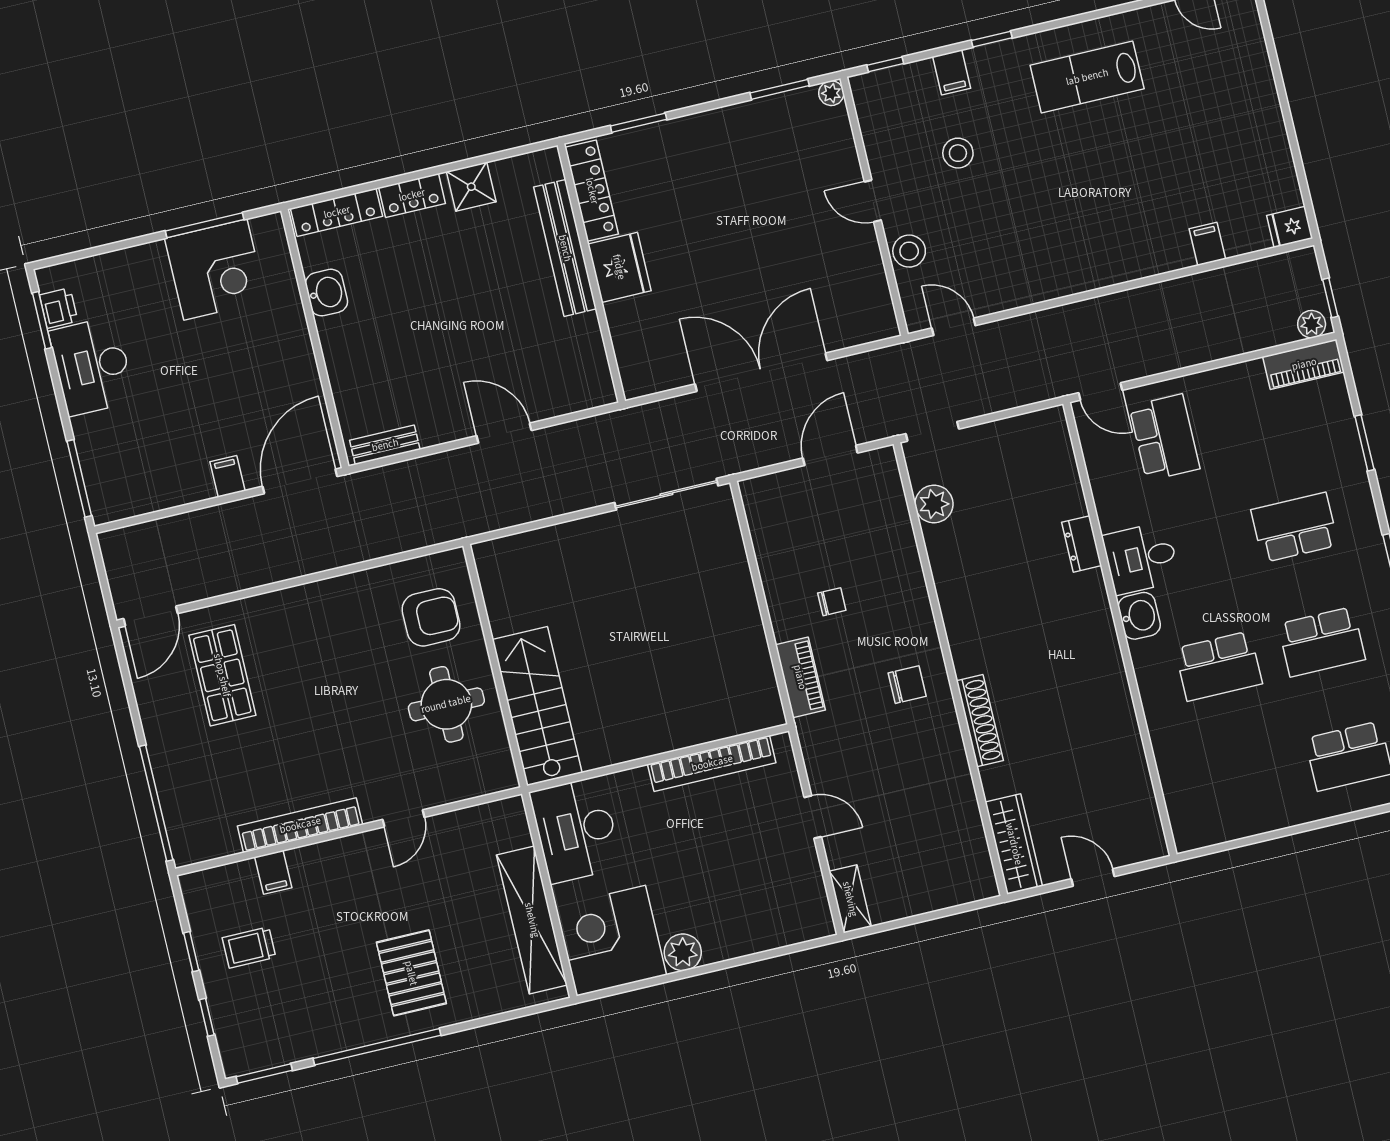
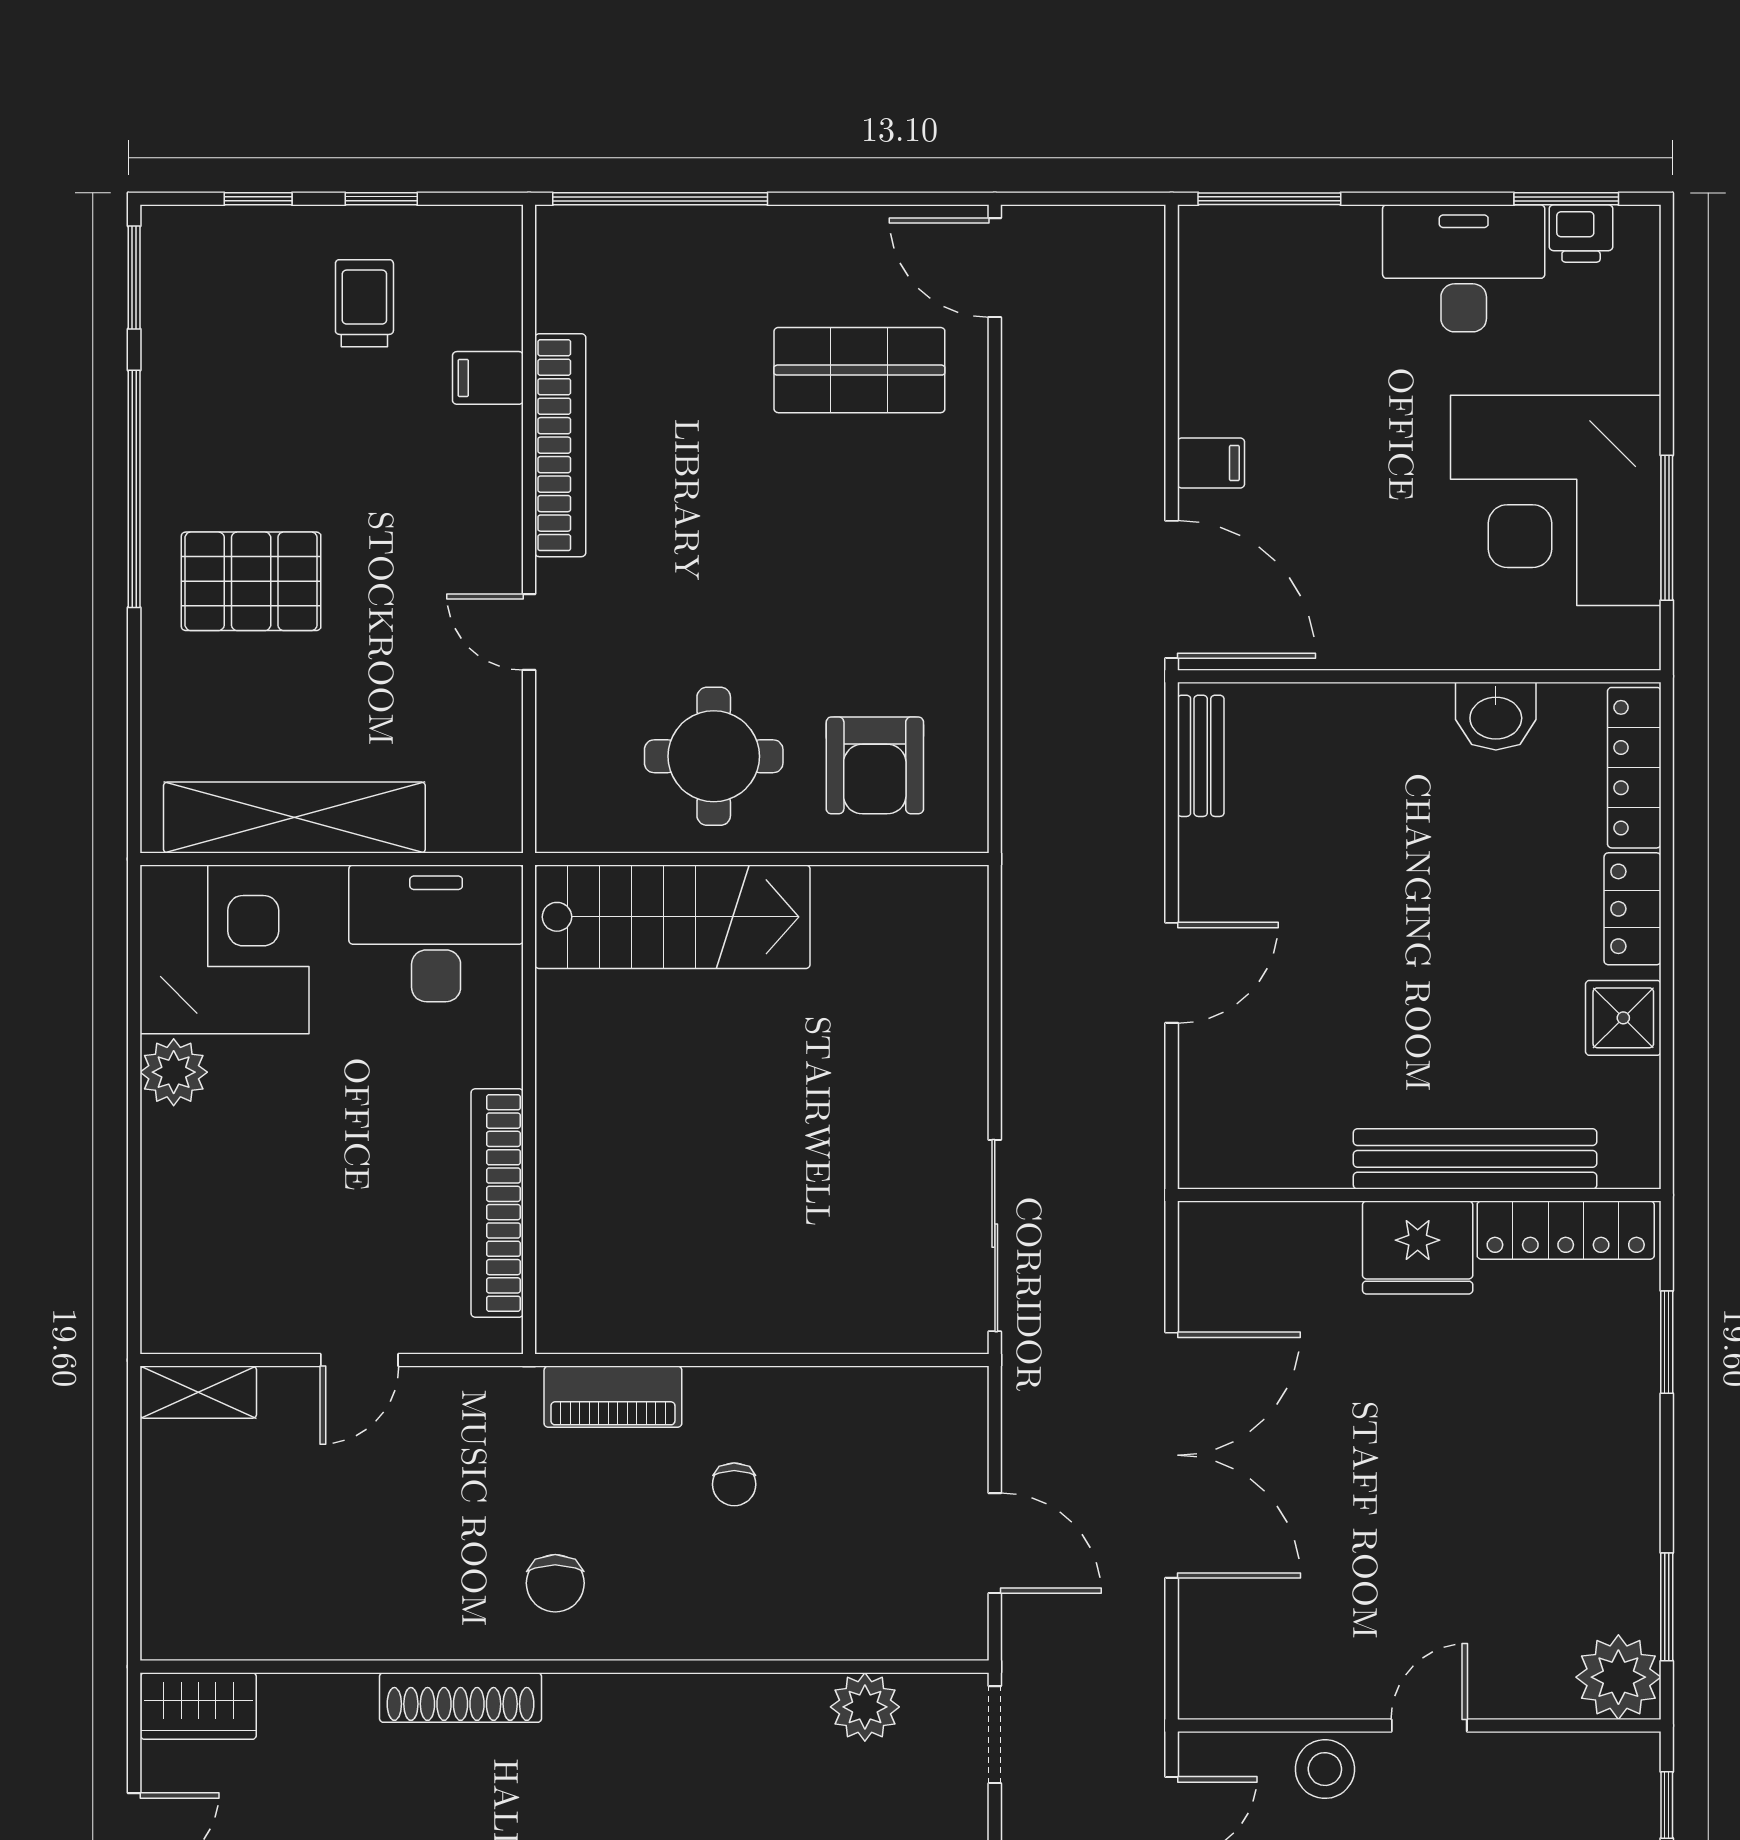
plant: (831, 93) -> (1618, 1677), width x1.87, depth x1.87
corner desk: (215, 270) -> (1556, 500), width x1.36, depth x1.36
wardrobe: (1014, 844) -> (198, 1706), width x0.67

